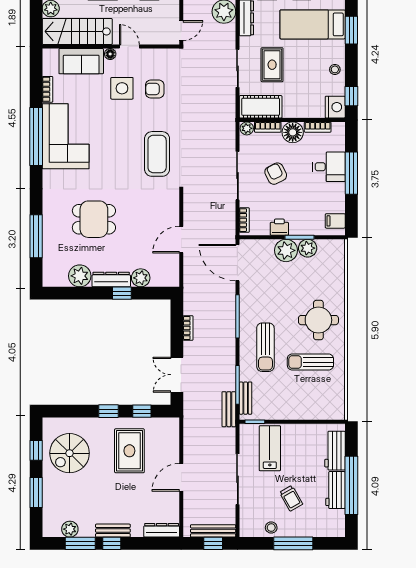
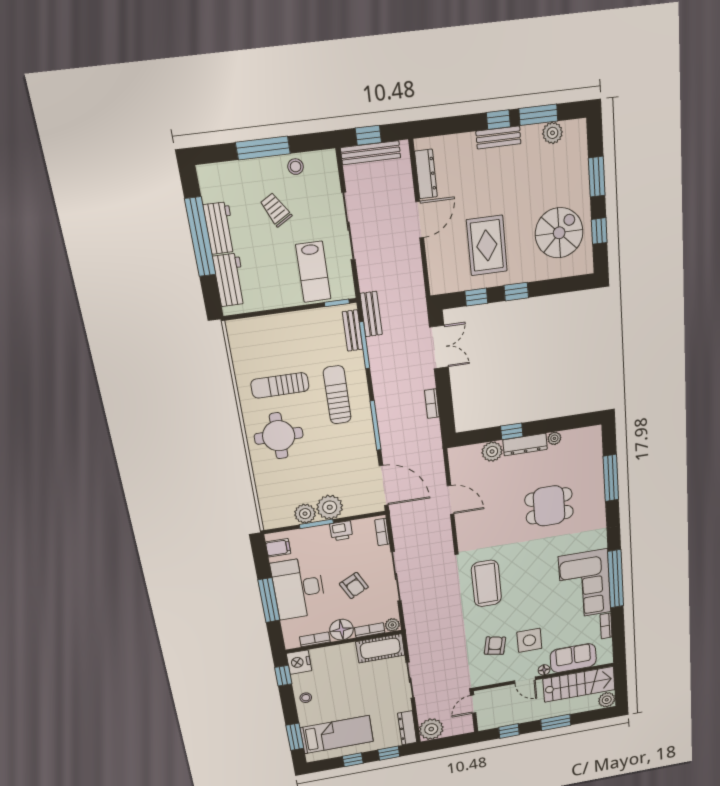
rug: (272, 65) -> (374, 690), removed
armchair: (155, 89) -> (495, 646), turned -78
desk: (329, 167) -> (299, 588), width x1.87, depth x1.30
door: (181, 240) -> (451, 500), hinge flipped
plant: (80, 276) -> (554, 438), width x0.53, depth x0.53
sun lounger: (310, 362) -> (280, 385), turned 180
dresser: (162, 530) -> (426, 174), moved, turned -90

